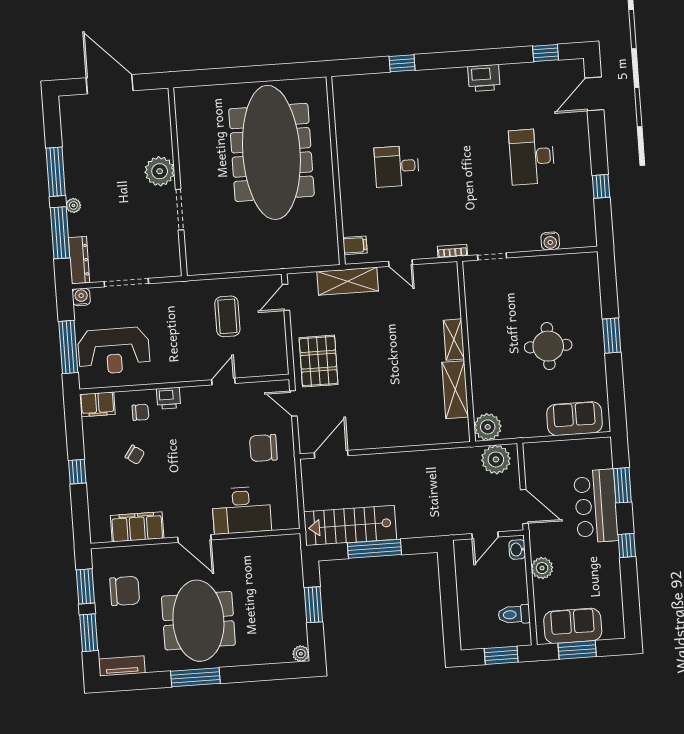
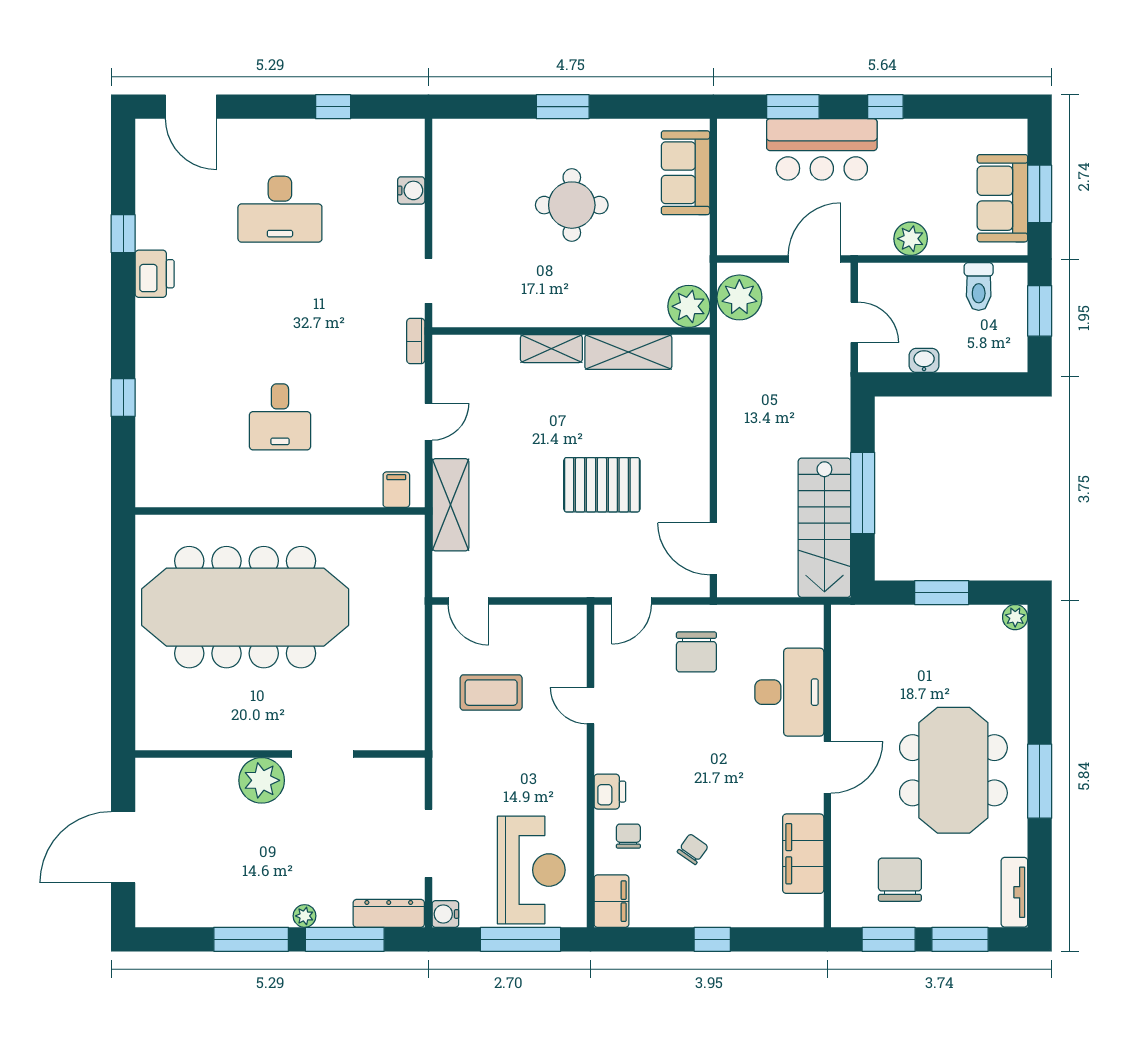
window: (546, 53) -> (123, 234), moved
pallet: (319, 361) -> (602, 485), moved
washbasin: (517, 549) -> (924, 360), moved, turned 180
meeting table: (198, 621) -> (953, 770), turned 90

